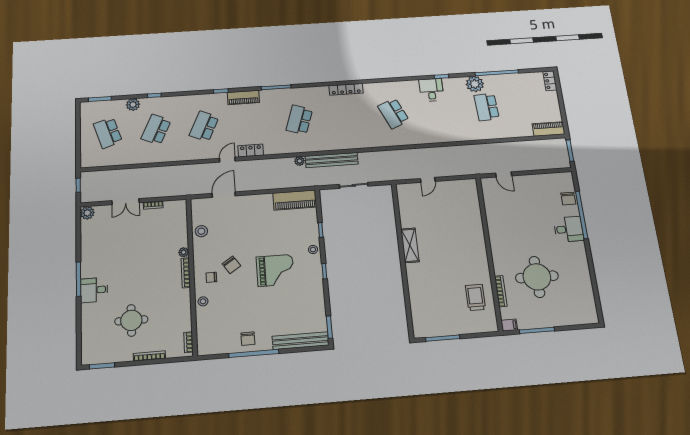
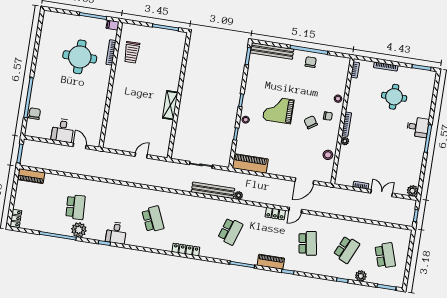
school desk: (204, 126) -> (308, 243), turned -33
desk: (569, 229) -> (63, 130), moved, turned -90

